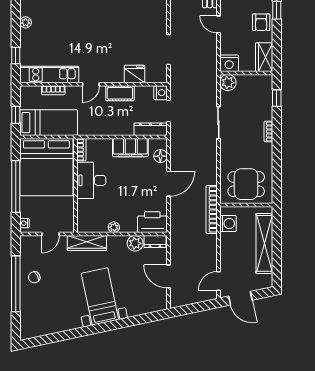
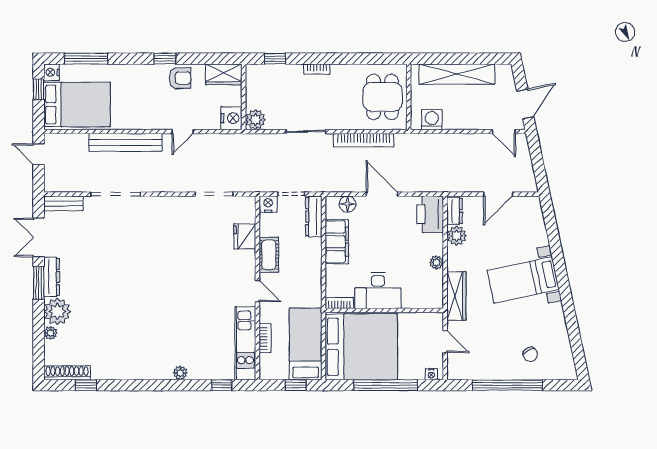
bookcase: (212, 209) -> (364, 140), moved
chair: (34, 277) -> (530, 354), moved

